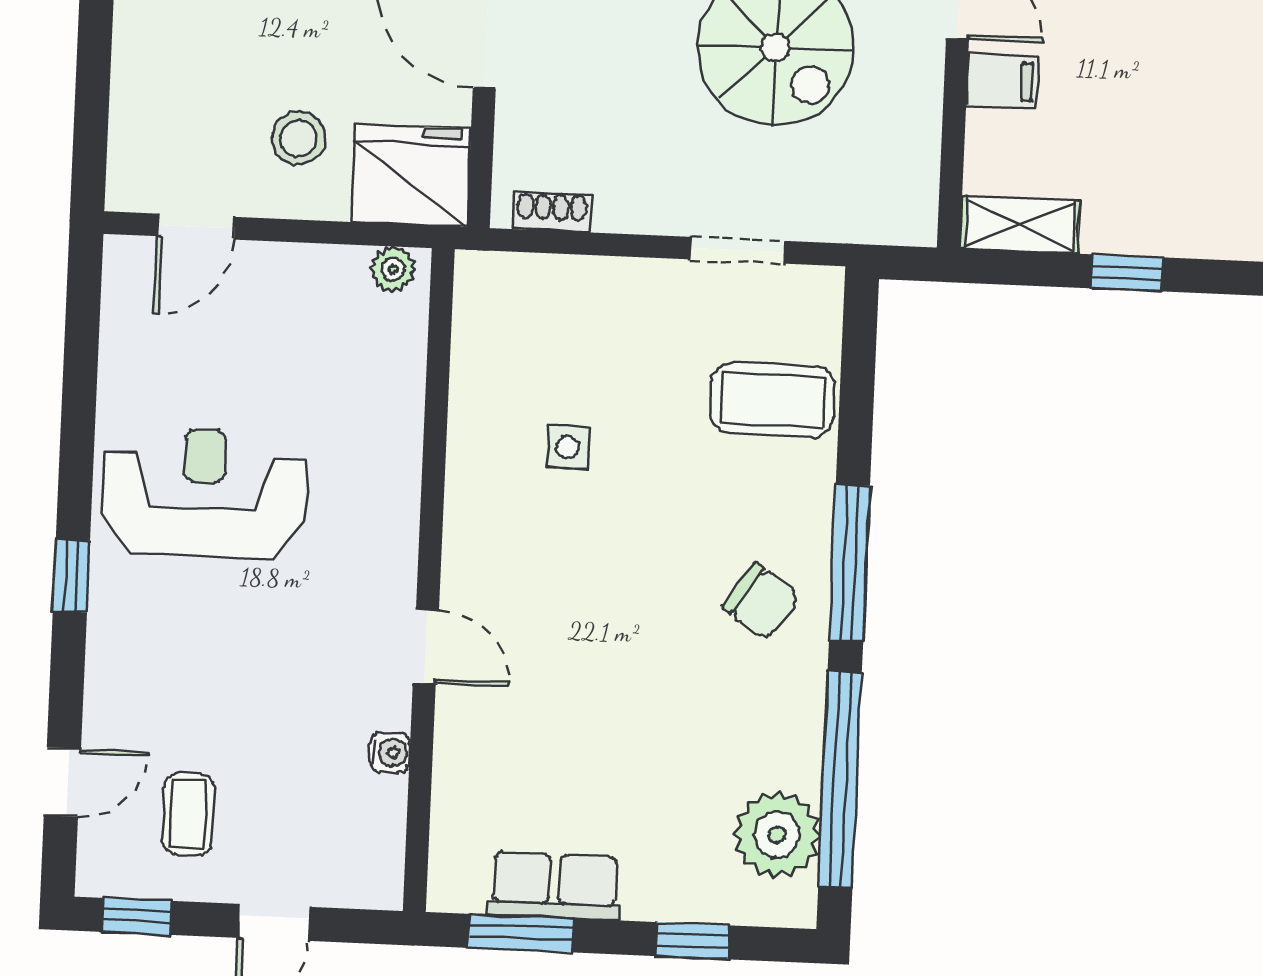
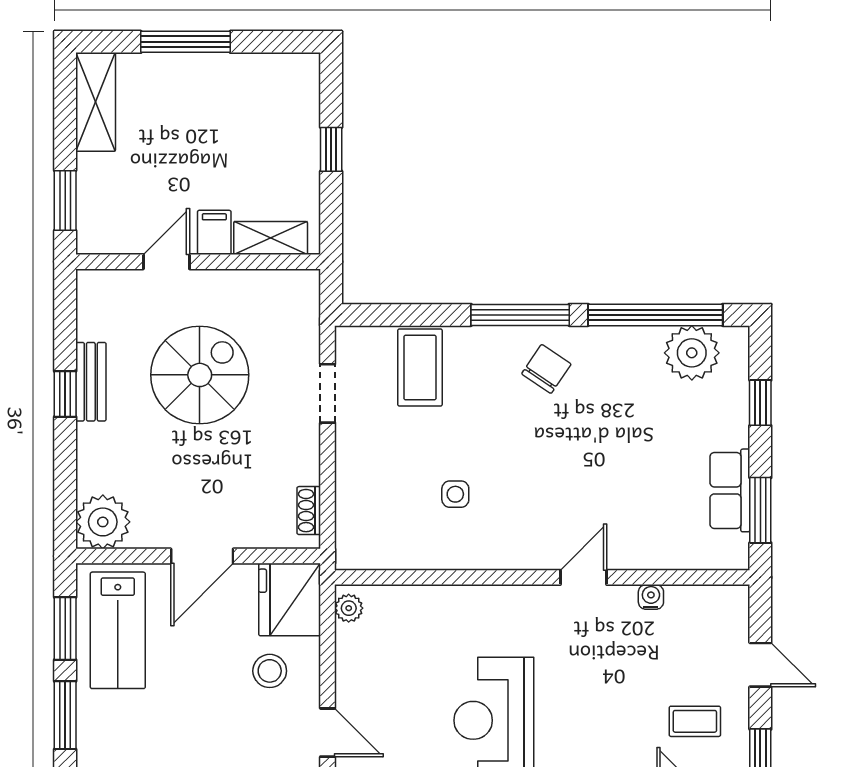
shelving: (1020, 225) -> (271, 238), moved, turned 90

